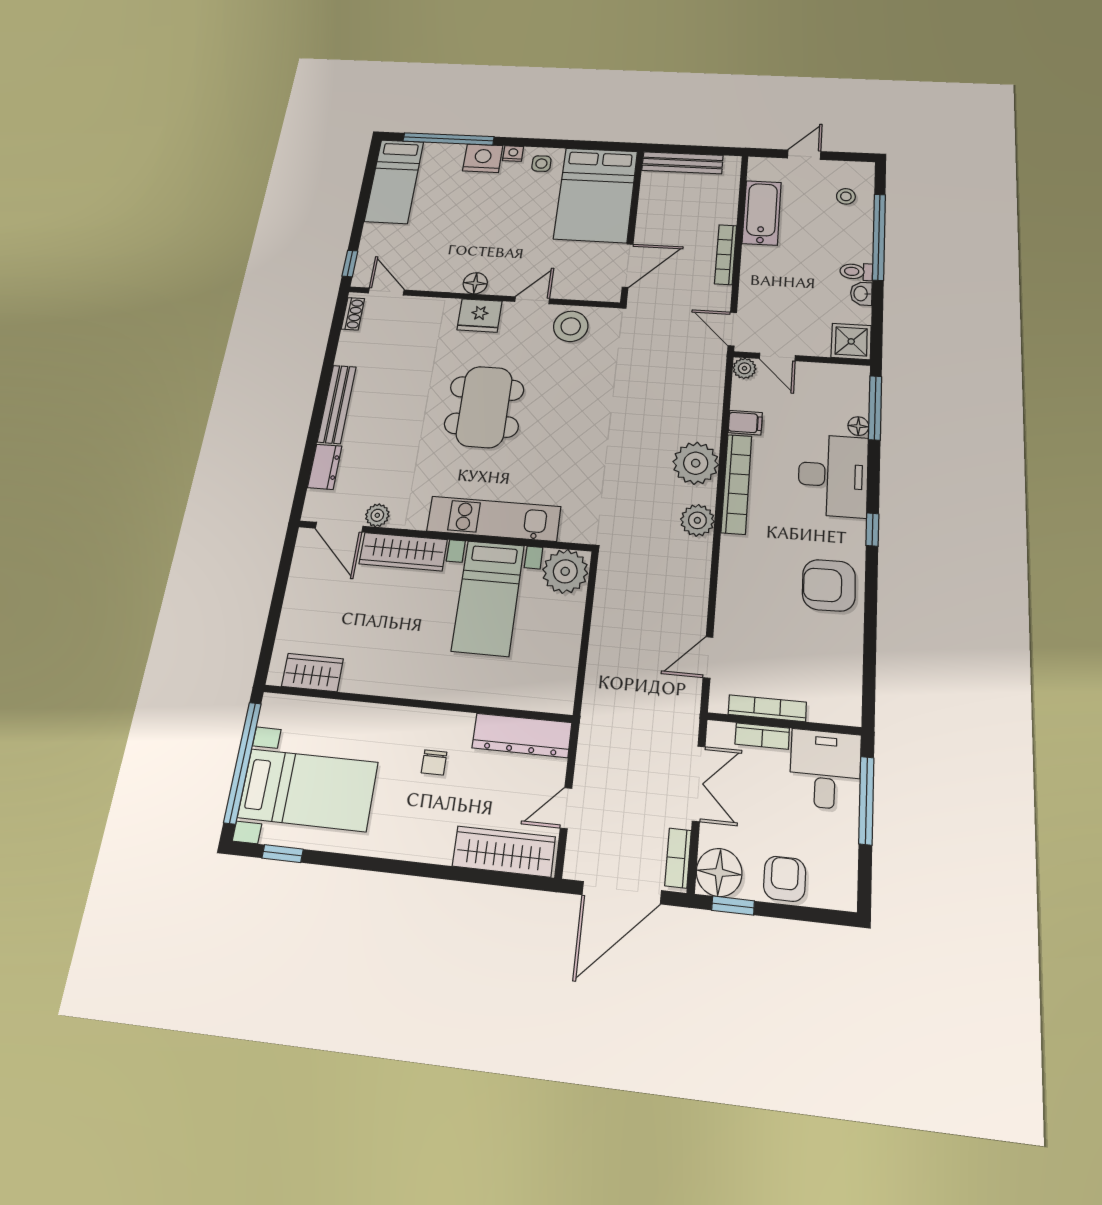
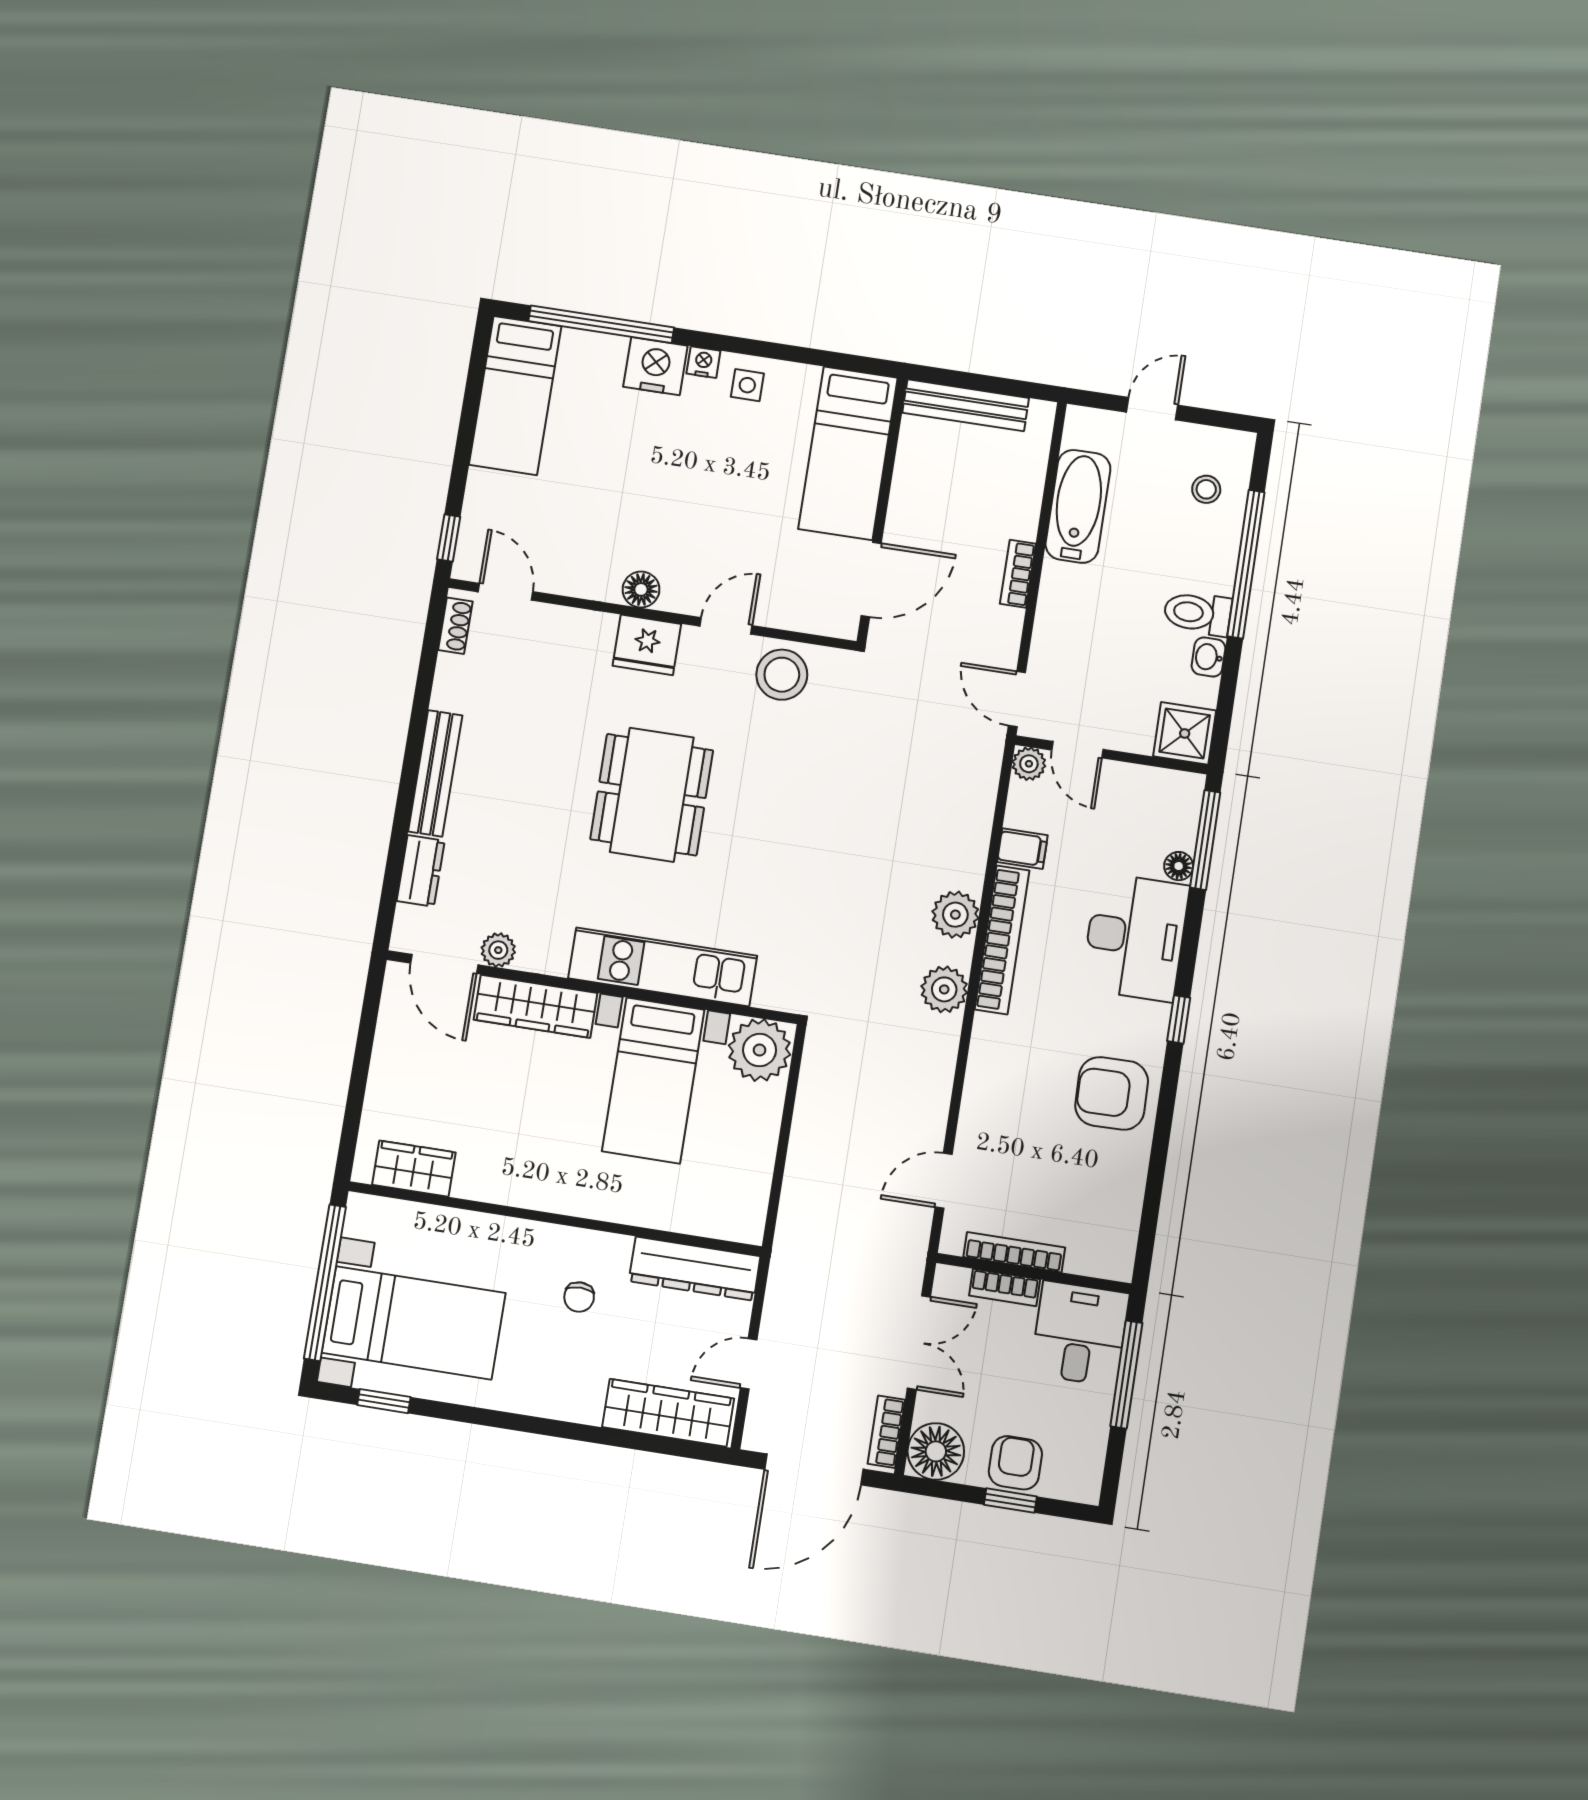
bed: (596, 195) -> (848, 453), width x0.67
bookcase: (726, 255) -> (1018, 574), width x0.64
toilet: (856, 272) -> (1198, 613), width x1.37, depth x1.39
plant: (696, 463) -> (955, 915), width x0.73, depth x0.73
window: (733, 906) -> (1010, 1501), moved

